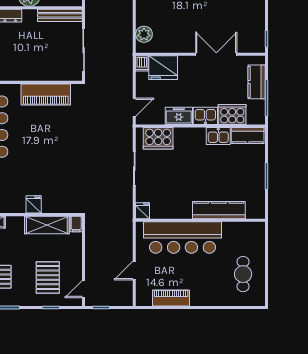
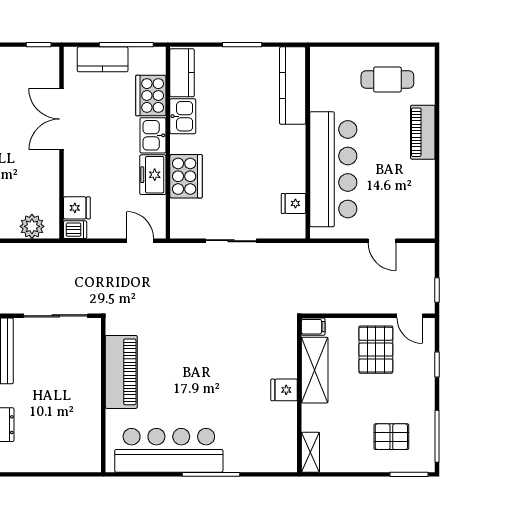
fridge: (163, 68) -> (77, 208), width x0.53, depth x0.75
cooker: (158, 138) -> (186, 176), moved
kitchen counter: (219, 210) -> (293, 86), moved
fridge: (143, 211) -> (293, 203), moved
pallet: (48, 277) -> (376, 350), moved, turned 90
piano: (171, 298) -> (423, 132), moved

